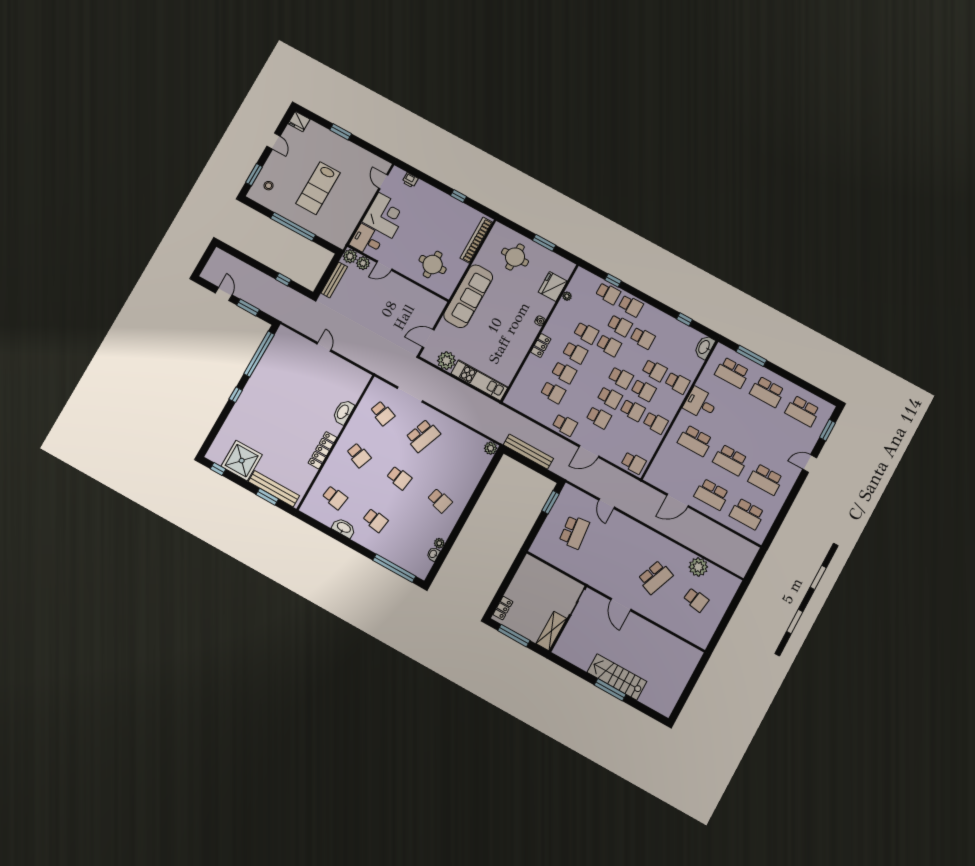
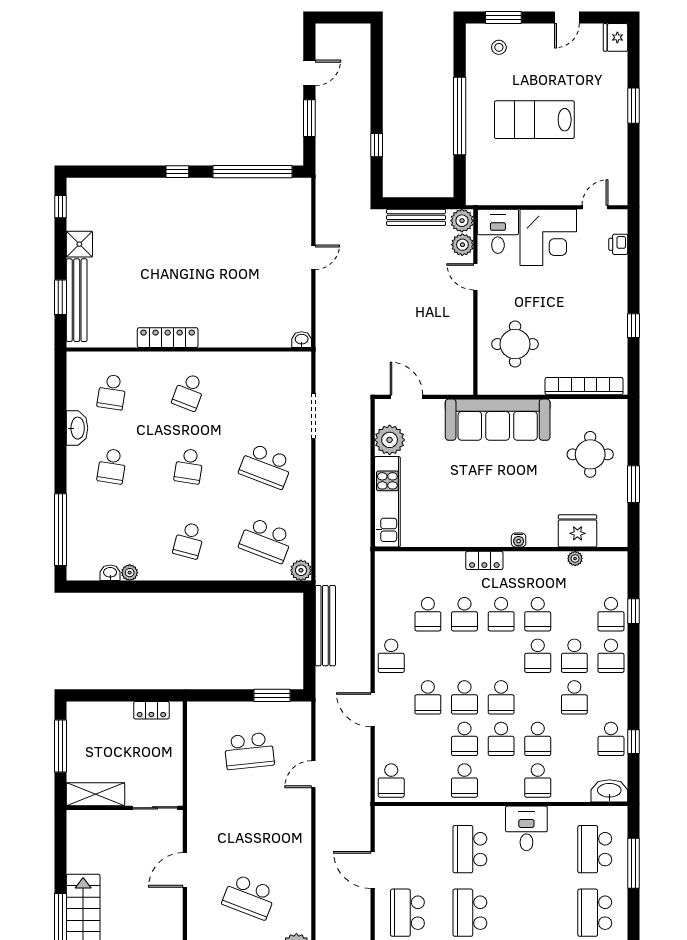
school desk: (676, 331) -> (611, 739), added
washbasin: (343, 412) -> (302, 340), moved, width x0.52, depth x0.69
school desk: (382, 413) -> (266, 540), moved, width x1.85
shower: (242, 461) -> (79, 244), width x0.54, depth x0.54
locker: (503, 608) -> (151, 710), moved

